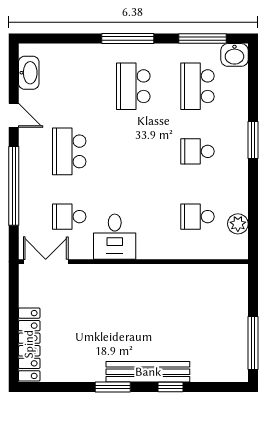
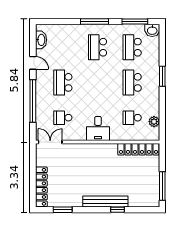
school desk: (197, 151) -> (132, 82), width x1.85
desk: (115, 237) -> (98, 129), moved
locker: (209, 275) -> (138, 149), added
window: (113, 387) -> (63, 210), moved

